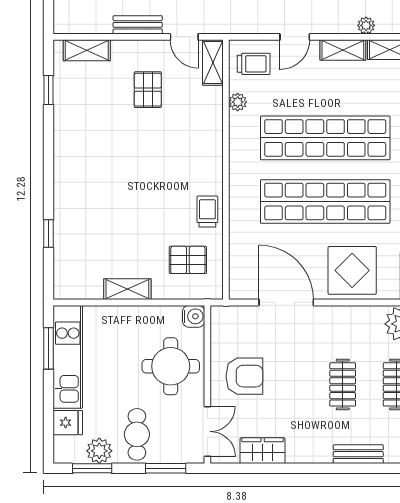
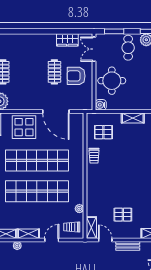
pallet: (148, 90) -> (123, 215), turned 90
clothes rail: (343, 384) -> (54, 72), moved
bench: (358, 454) -> (21, 38), removed

